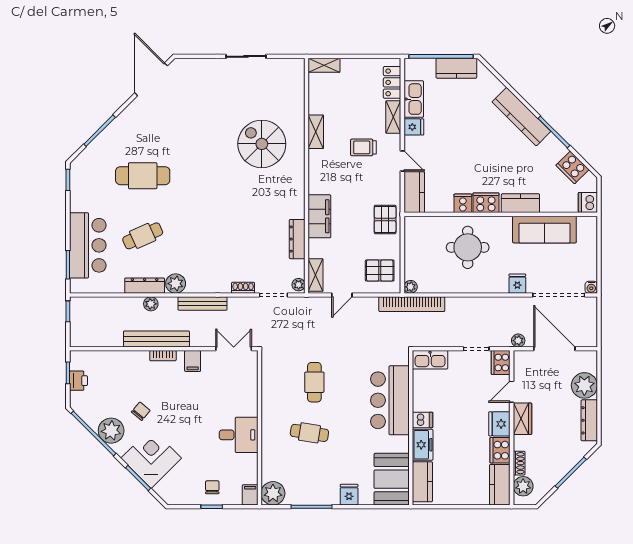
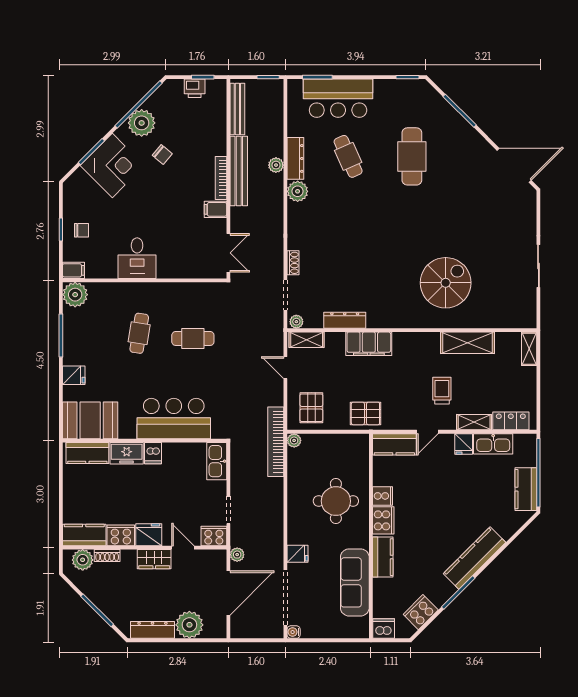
shelving: (316, 132) -> (468, 343), width x1.50, depth x1.33
bench: (203, 304) -> (237, 109), moved
bookcase: (163, 356) -> (221, 178), width x1.56

